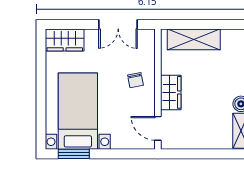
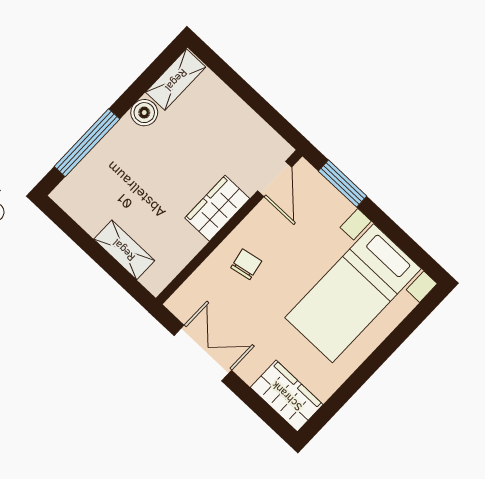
shelving: (194, 39) -> (124, 250), width x0.67, depth x0.75
window: (74, 154) -> (343, 184), moved

